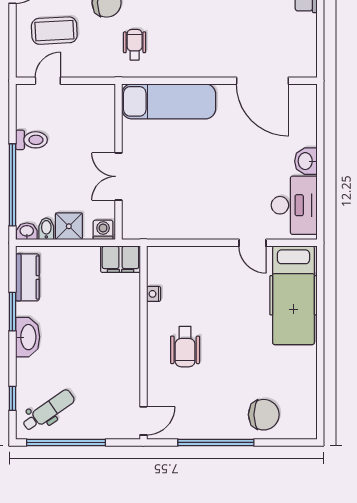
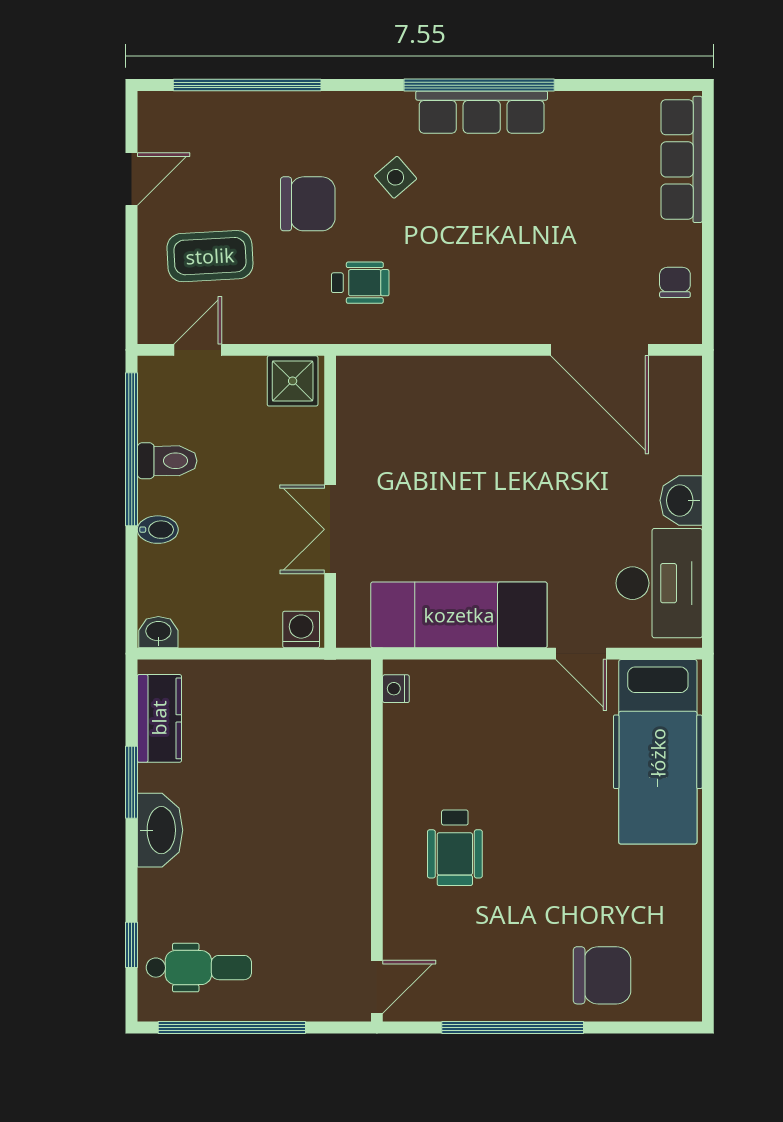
wheelchair: (135, 45) -> (360, 283), turned 90
chair: (303, 45) -> (675, 282), added
exam couch: (169, 101) -> (459, 615), moved, turned 180
window: (12, 185) -> (132, 449), moved
shower: (69, 226) -> (293, 381), moved
bidet: (46, 229) -> (158, 530), moved, turned 90
filing cabinet: (120, 259) -> (334, 684), removed
nightstand: (154, 294) -> (396, 689), moved
dental chair: (48, 410) -> (199, 968), turned 35

